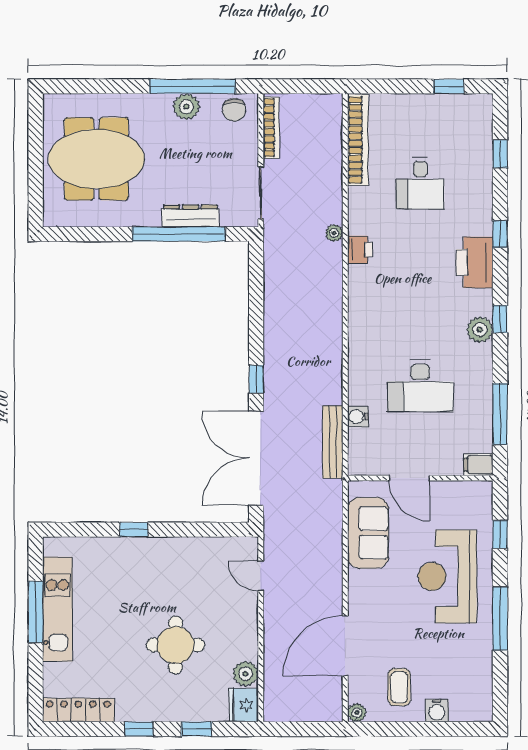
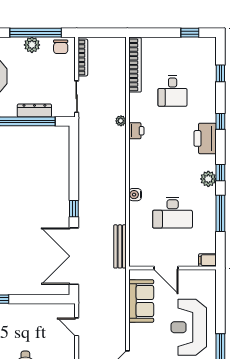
window: (500, 414) -> (220, 213), moved
water cooler: (358, 417) -> (135, 195), moved
window: (500, 534) -> (220, 302), removed

